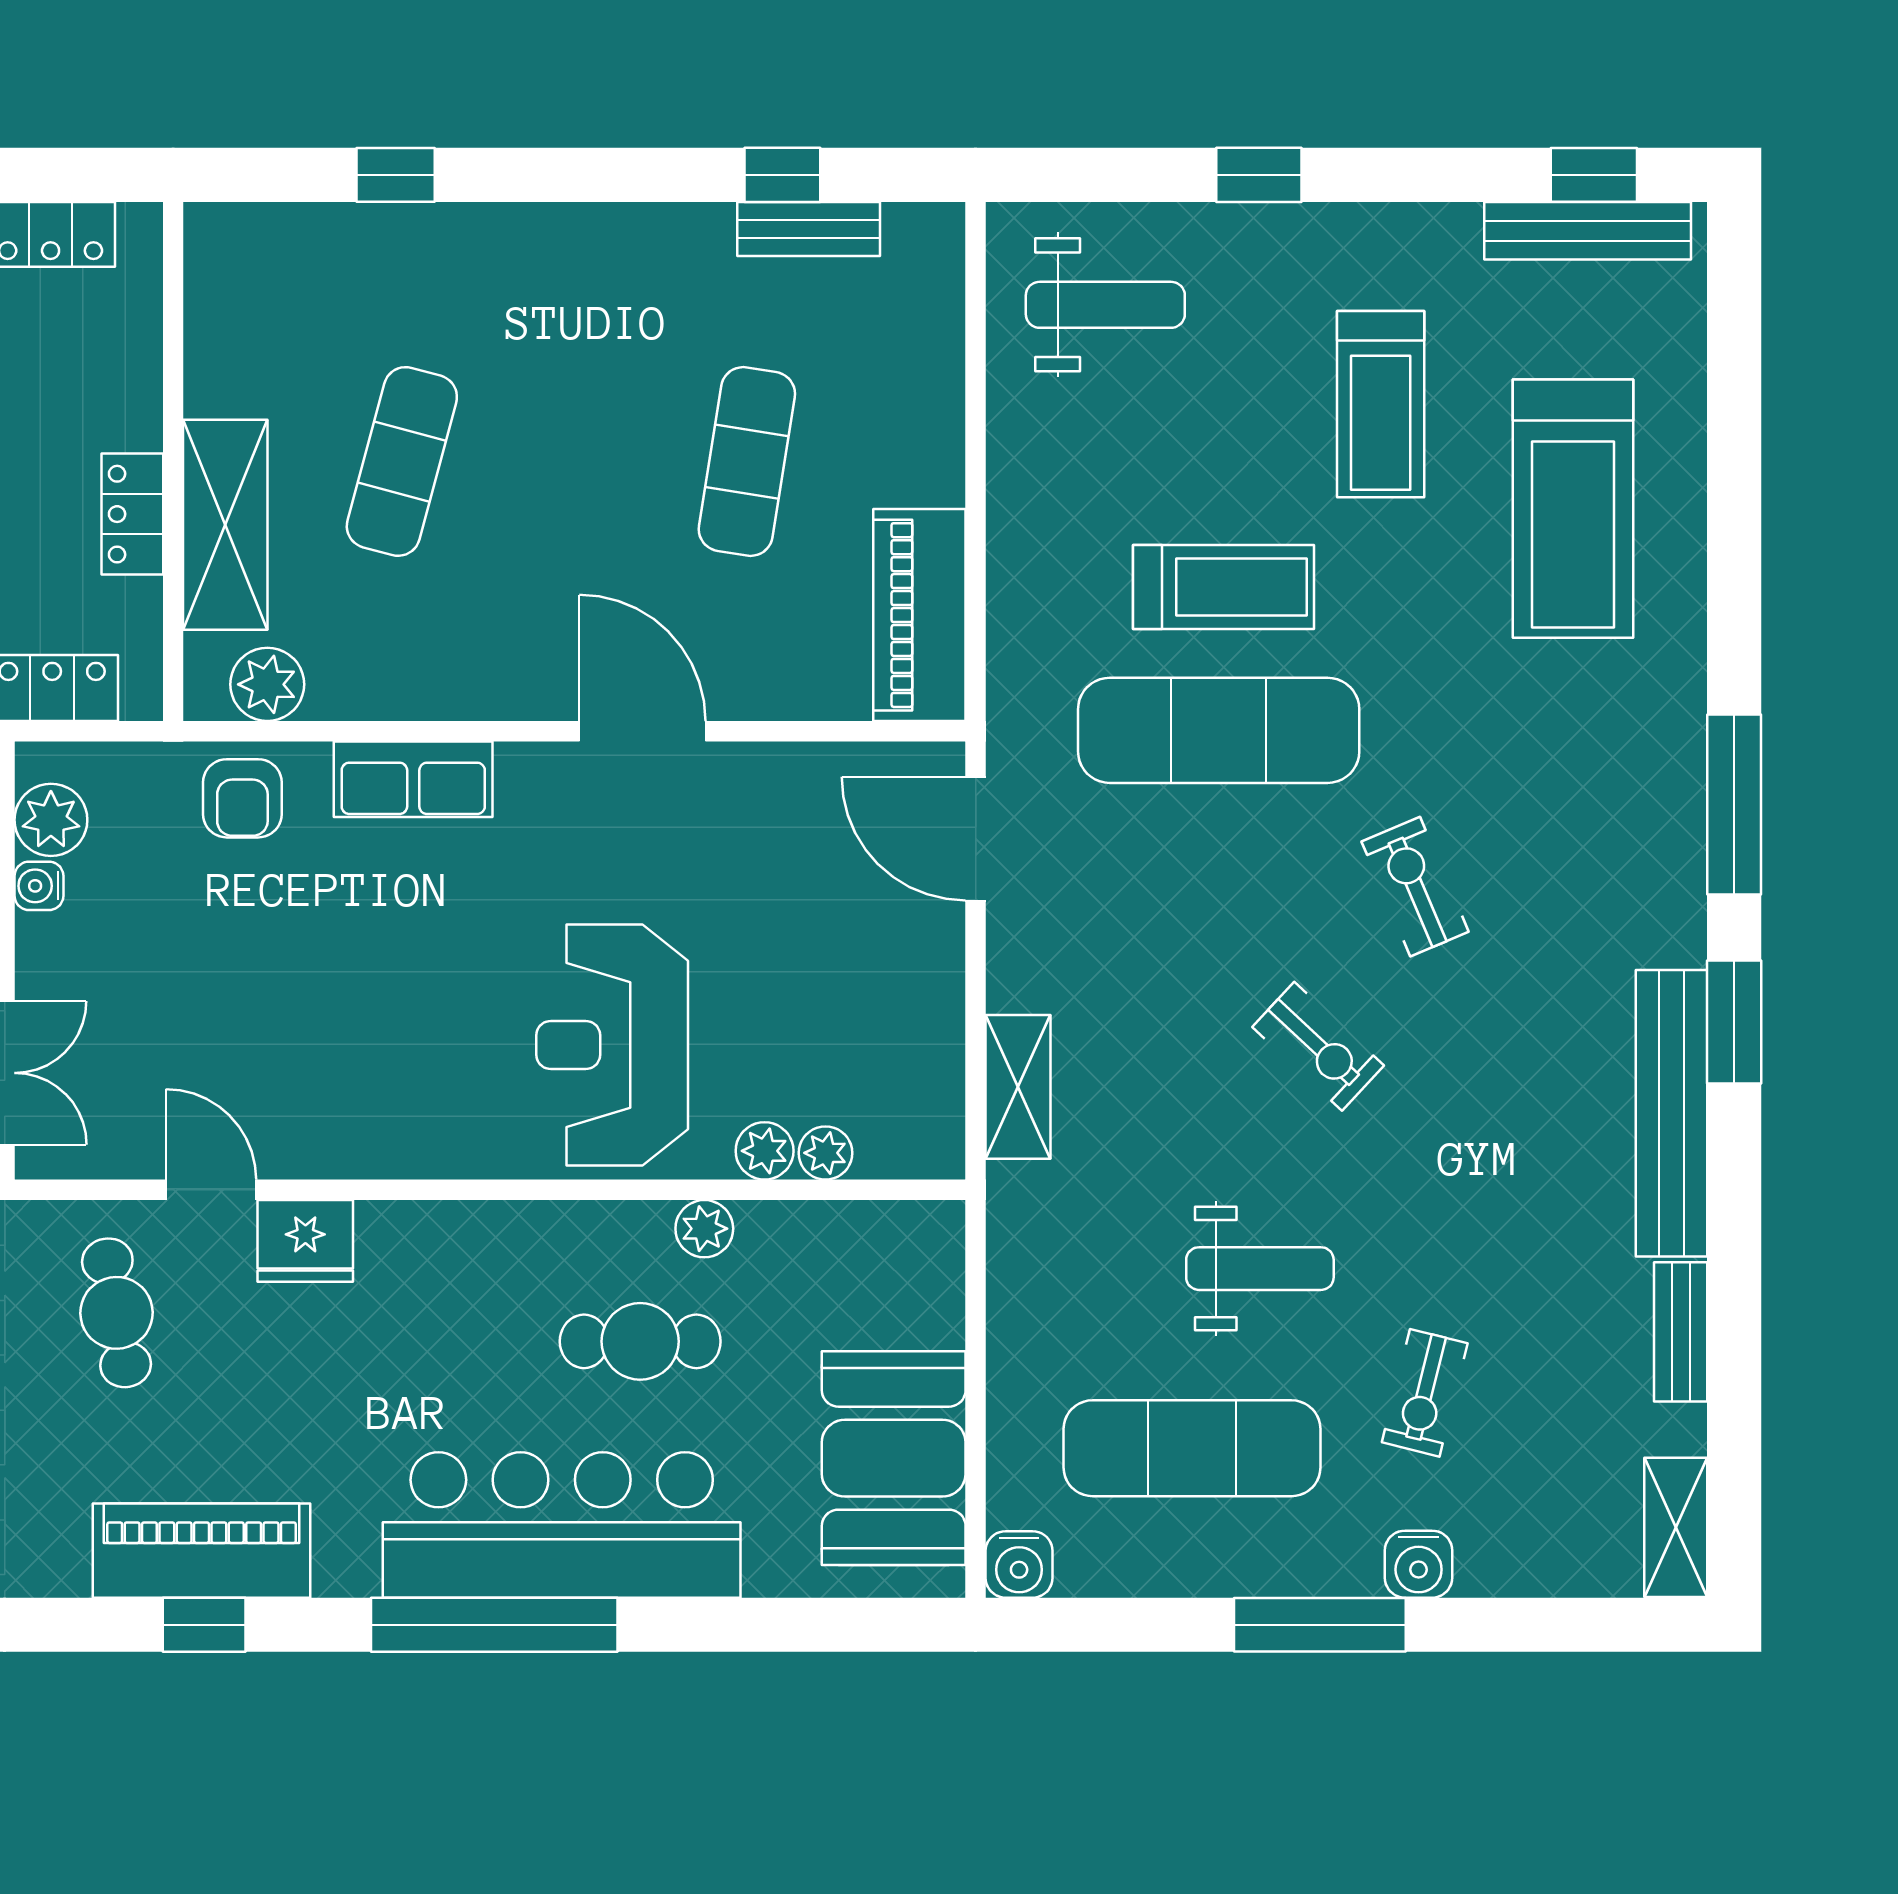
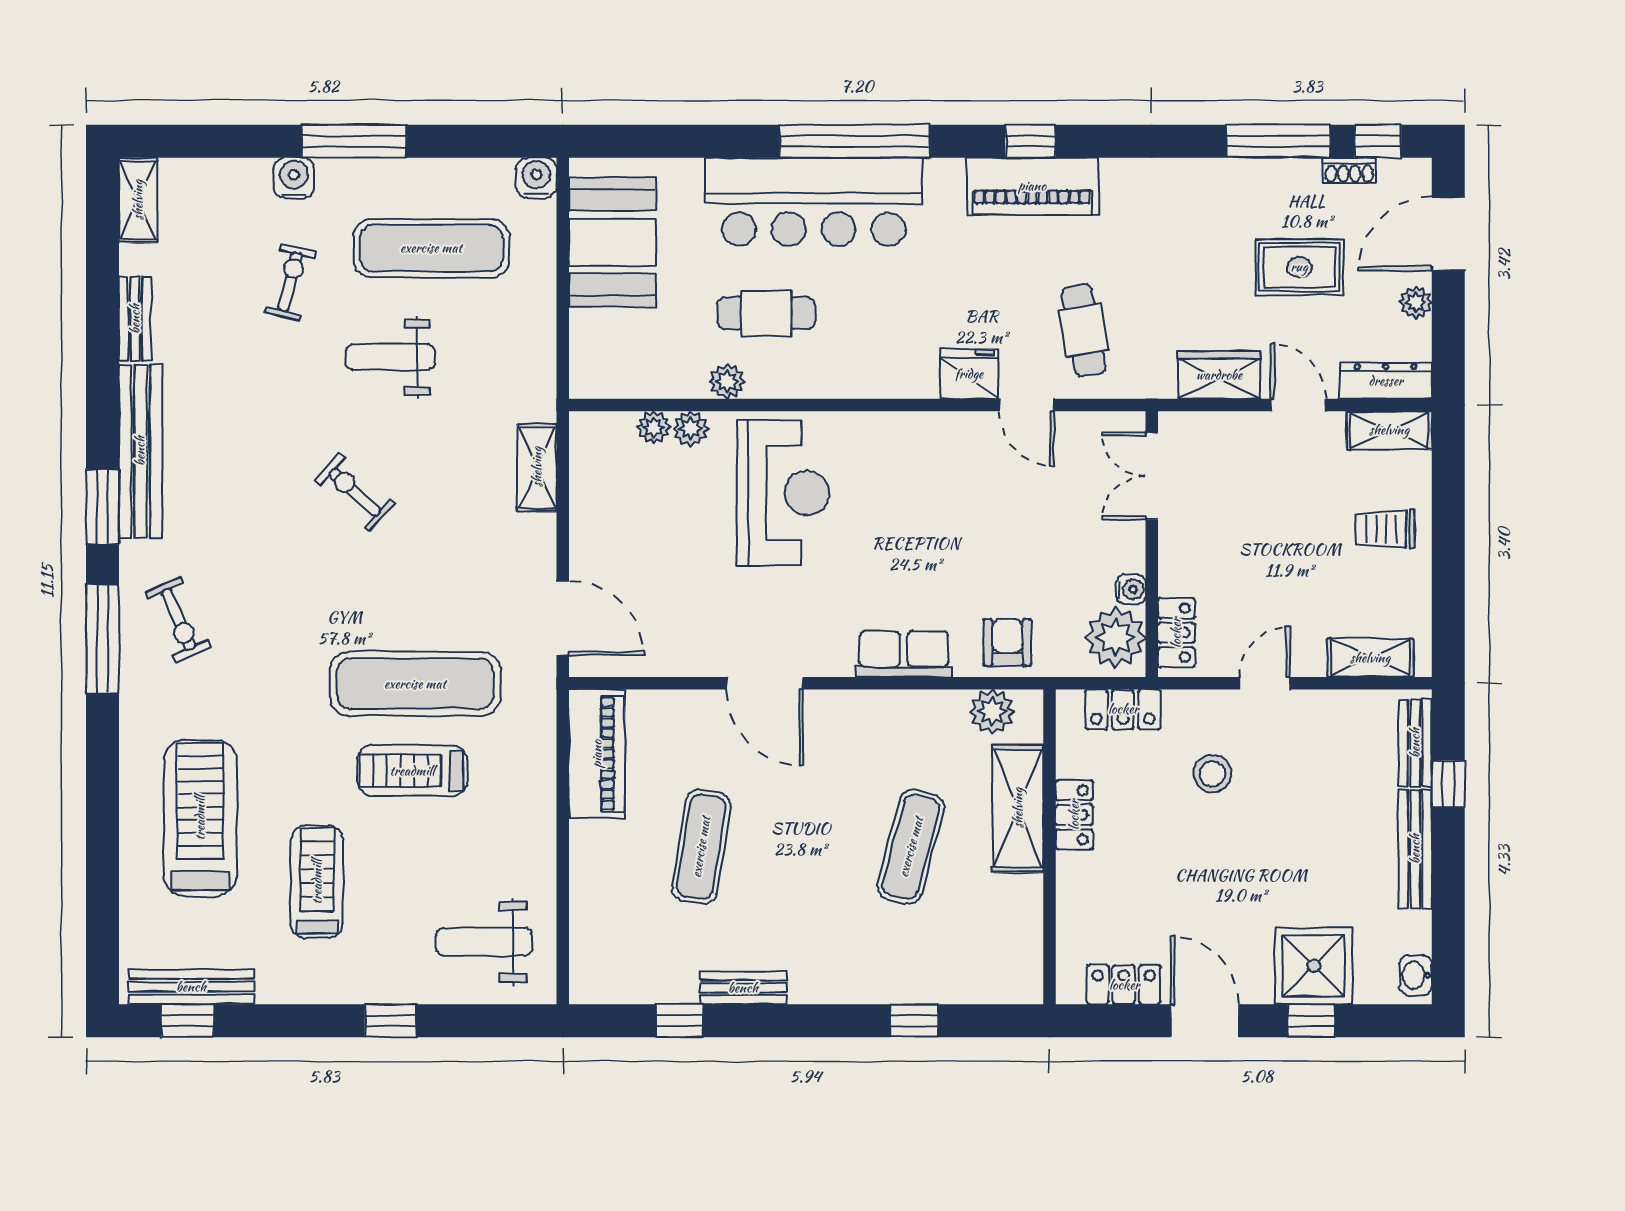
bench: (809, 229) -> (743, 988), moved
plant: (51, 820) -> (1116, 637), width x1.36, depth x1.36
exercise bike: (1415, 887) -> (178, 620), moved

